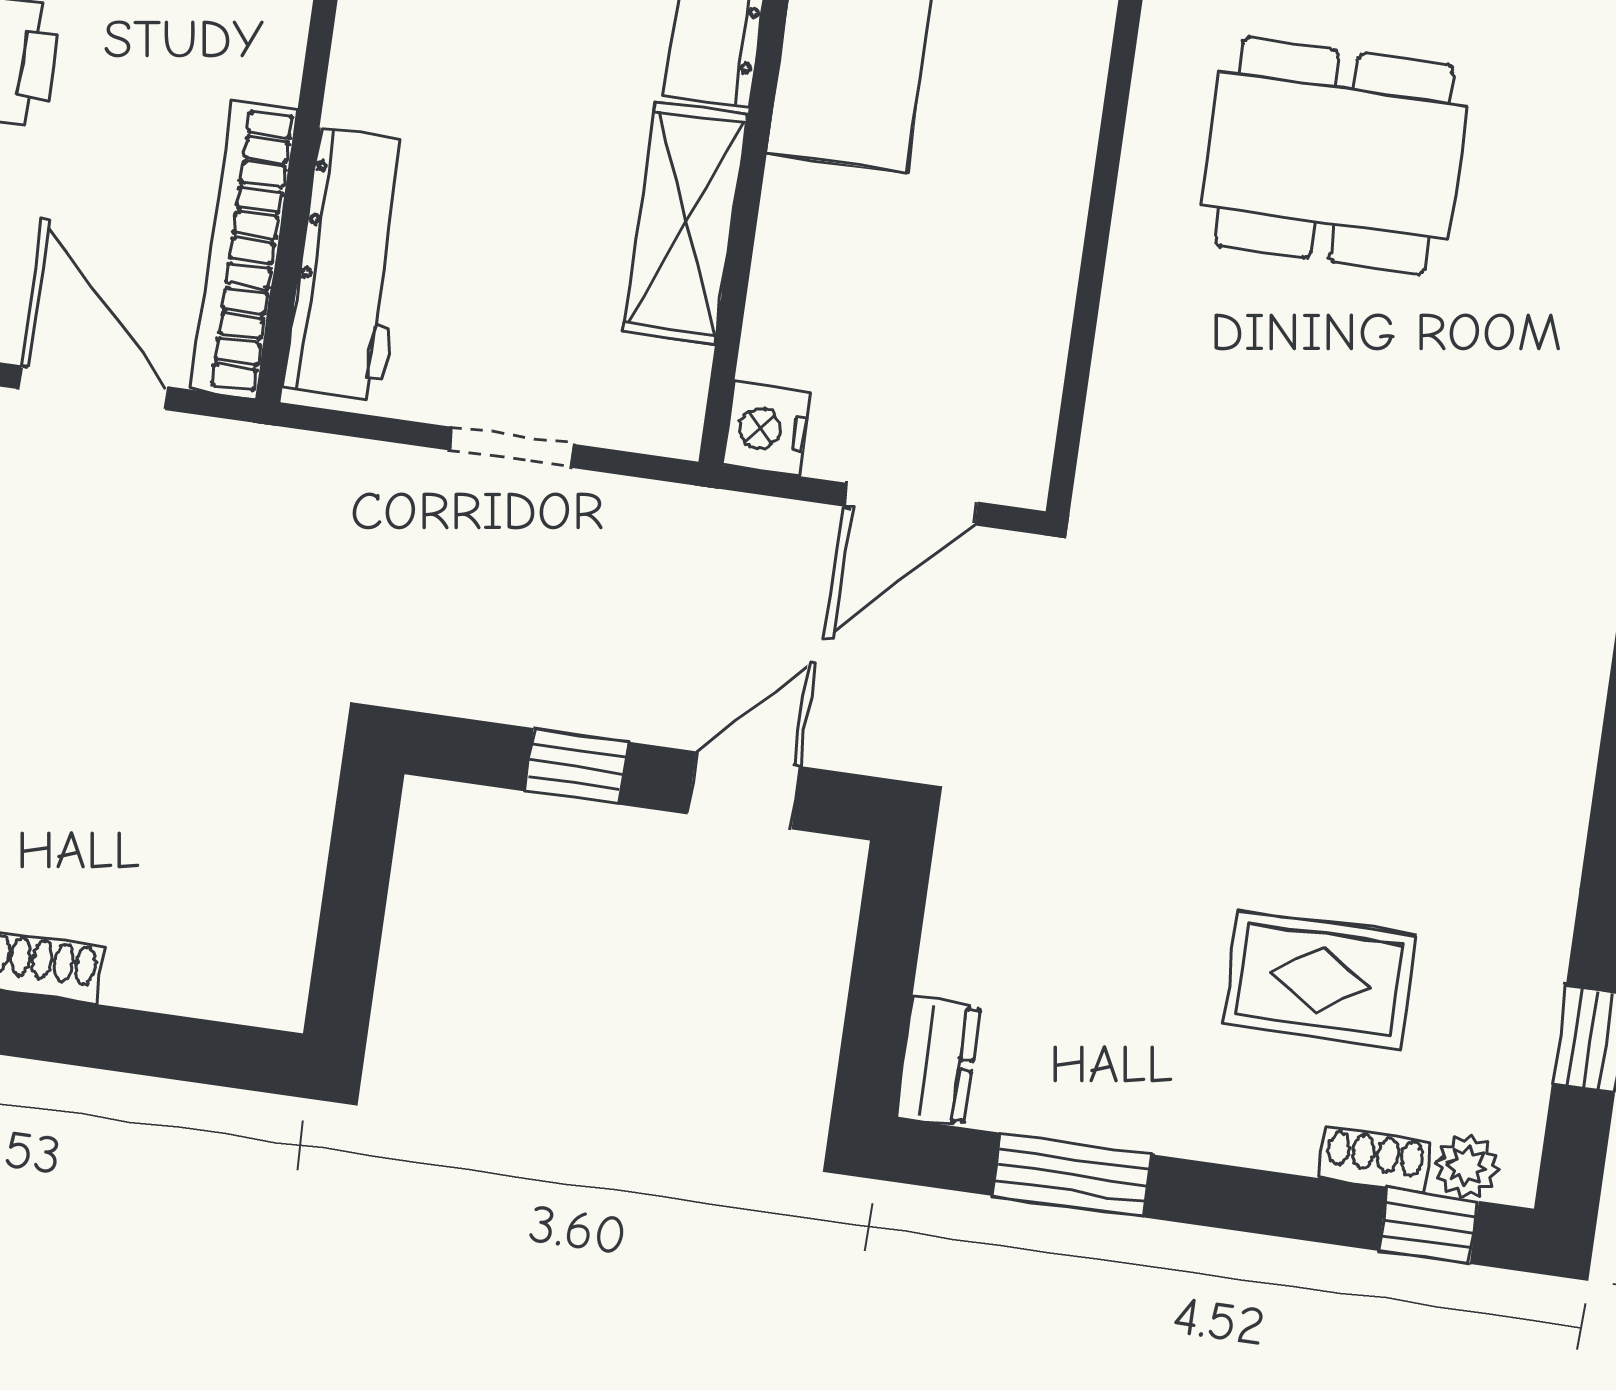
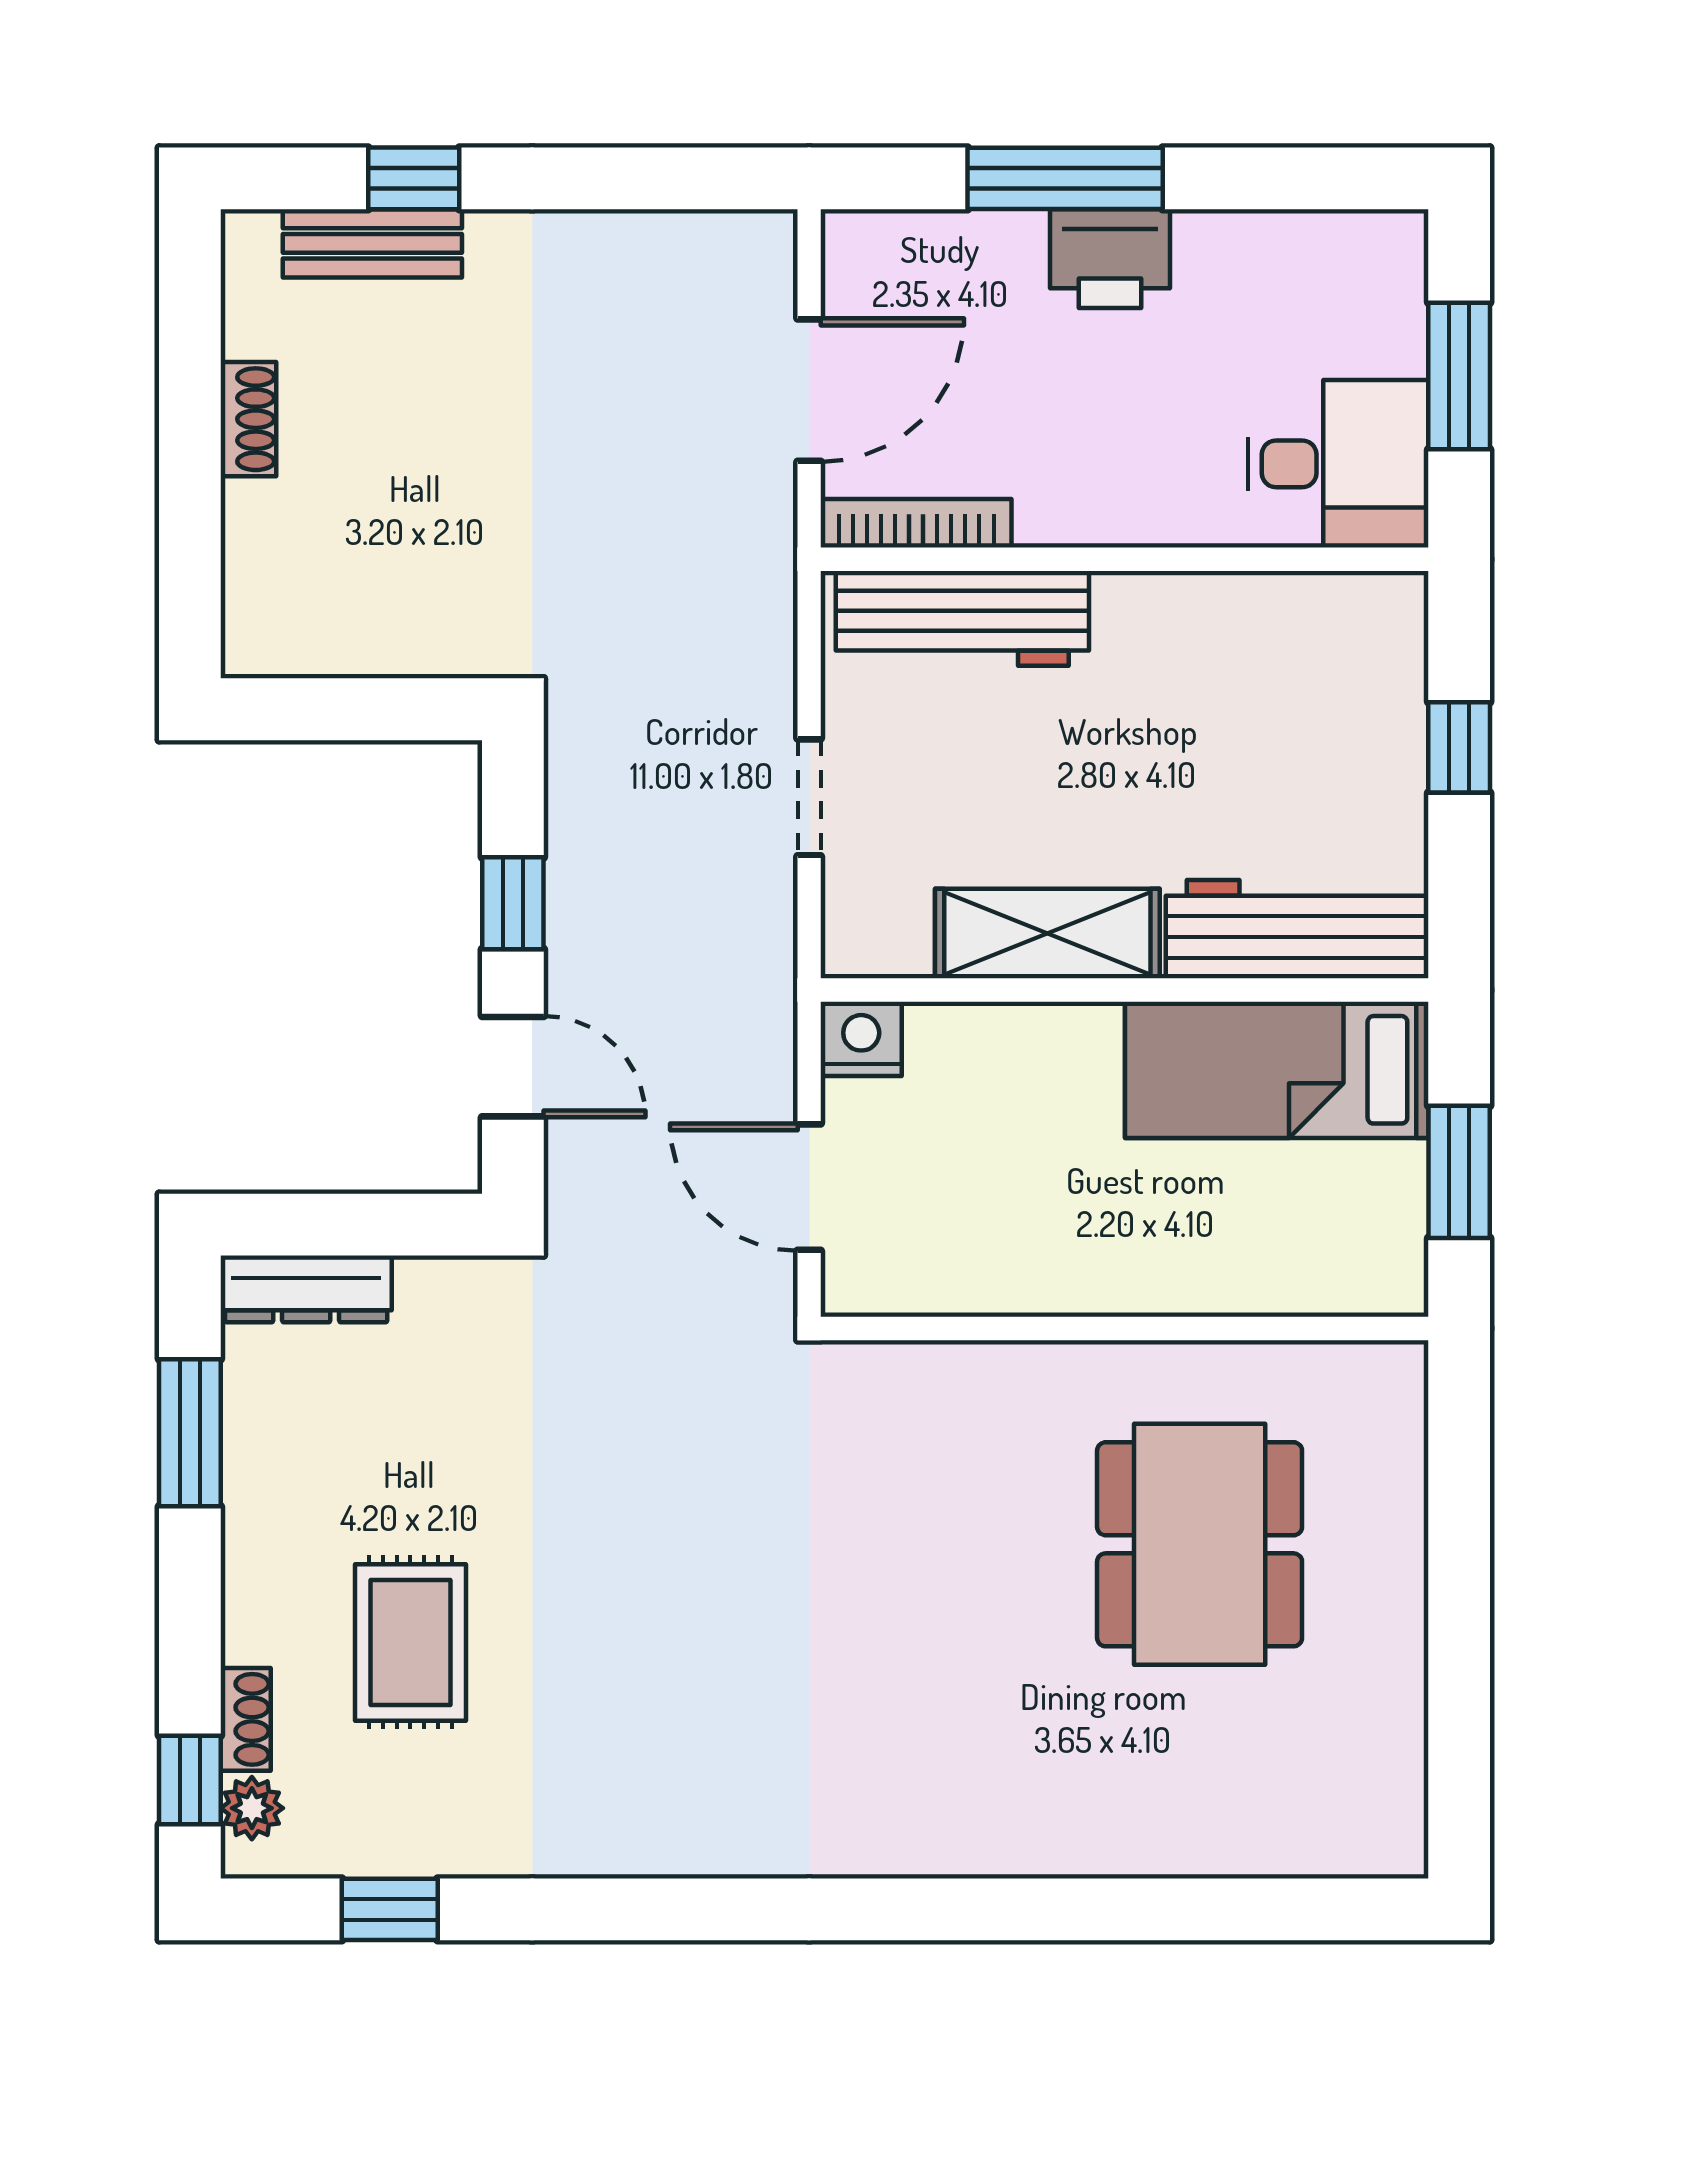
bookcase: (244, 249) -> (916, 523), width x0.68, depth x0.76
dresser: (938, 1062) -> (306, 1289), width x1.44

